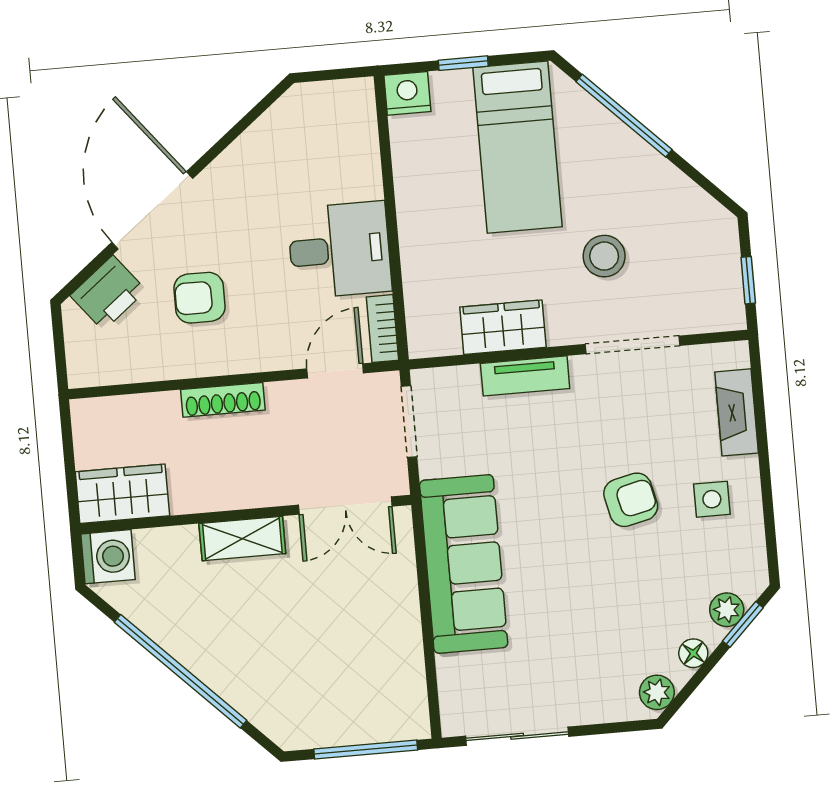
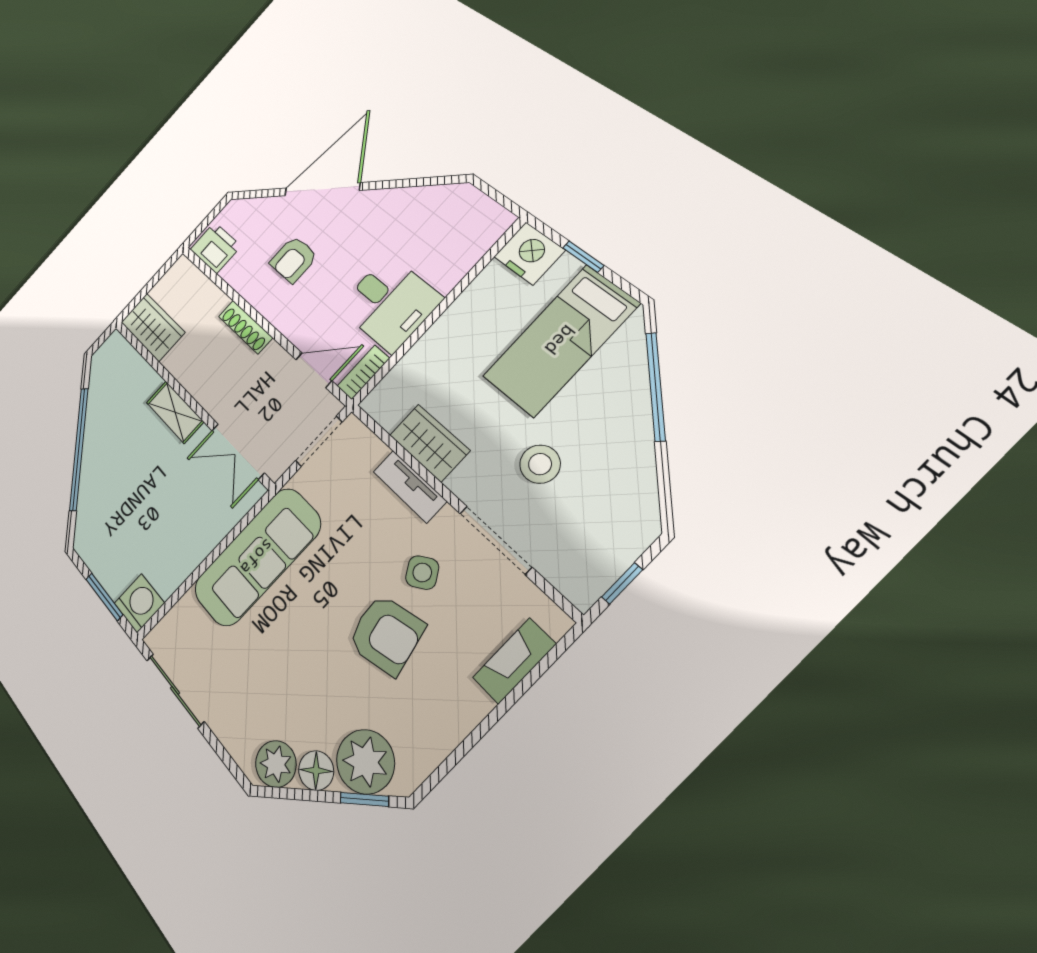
nightstand: (407, 93) -> (529, 253), width x1.36, depth x1.33
printer: (108, 293) -> (216, 248), moved, turned -142
armchair: (199, 298) -> (293, 259), turned -90
side table: (712, 499) -> (422, 573), moved, turned -32
armchair: (631, 500) -> (386, 634), width x1.38, depth x1.38
washing machine: (108, 557) -> (139, 603), moved, turned -90
plant: (727, 610) -> (365, 762), width x1.88, depth x1.88
floor lamp: (693, 653) -> (316, 771), width x1.37, depth x1.37
plant: (657, 692) -> (276, 764), width x1.38, depth x1.38
window: (366, 749) -> (104, 597), width x0.69

